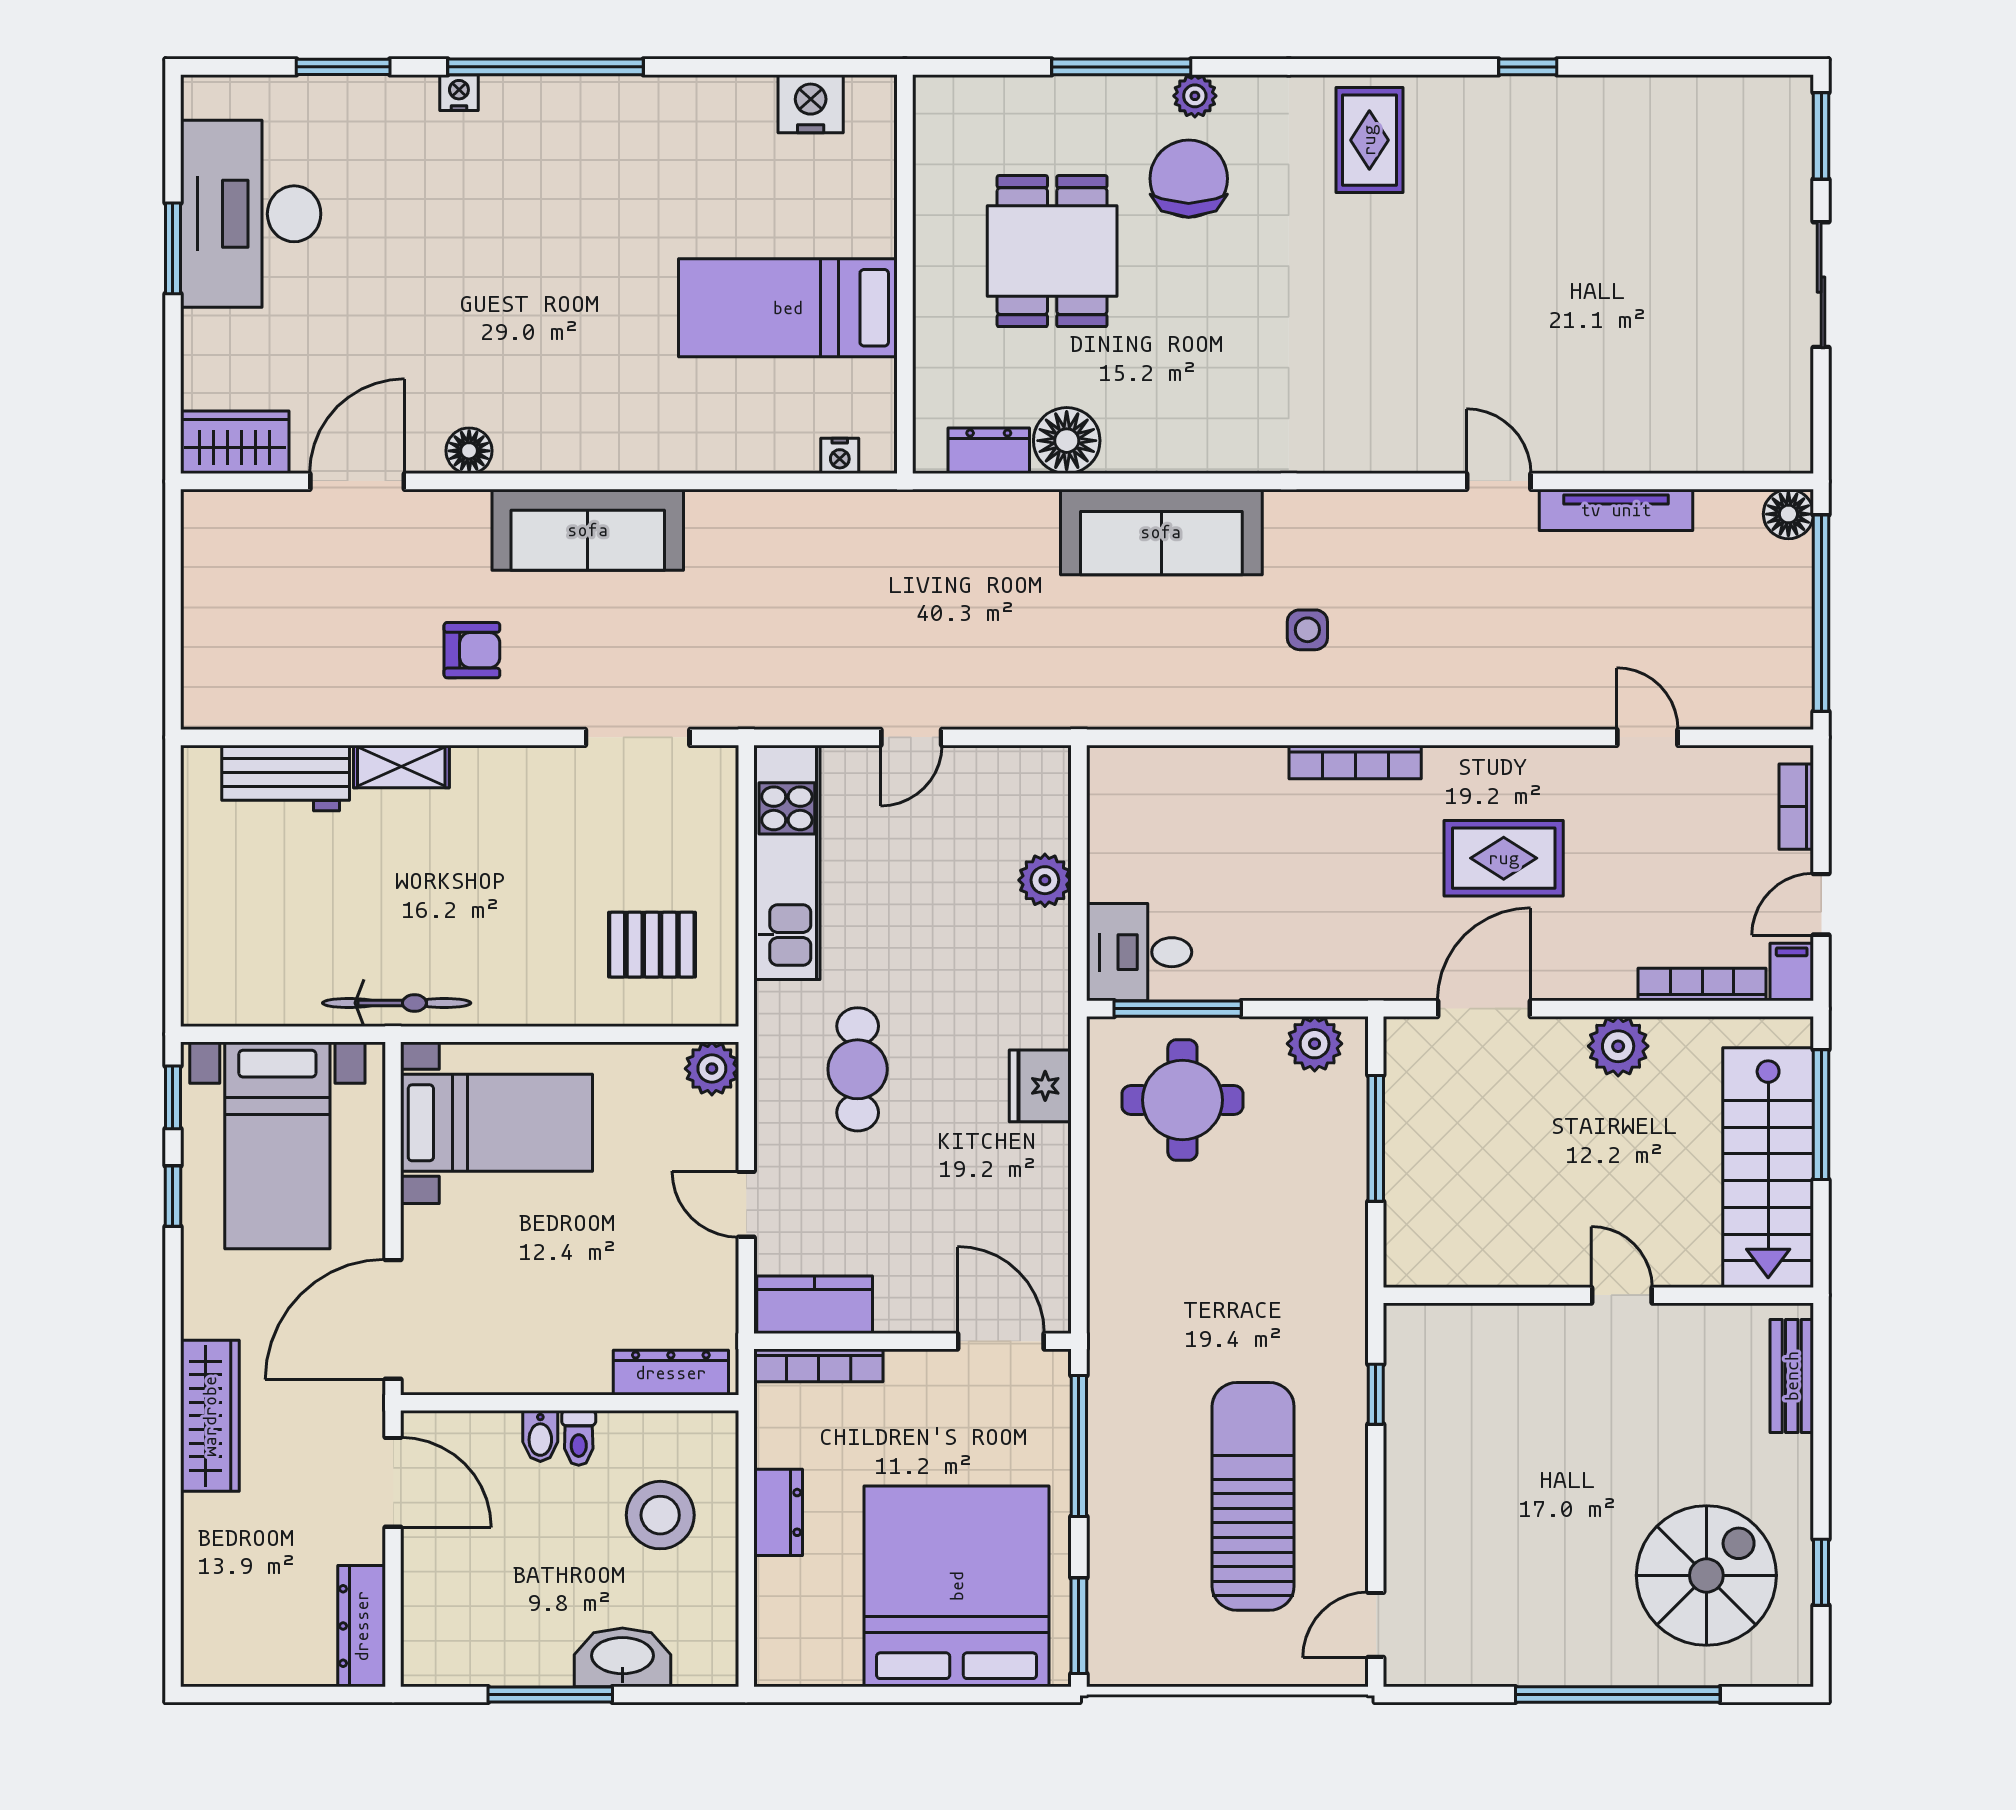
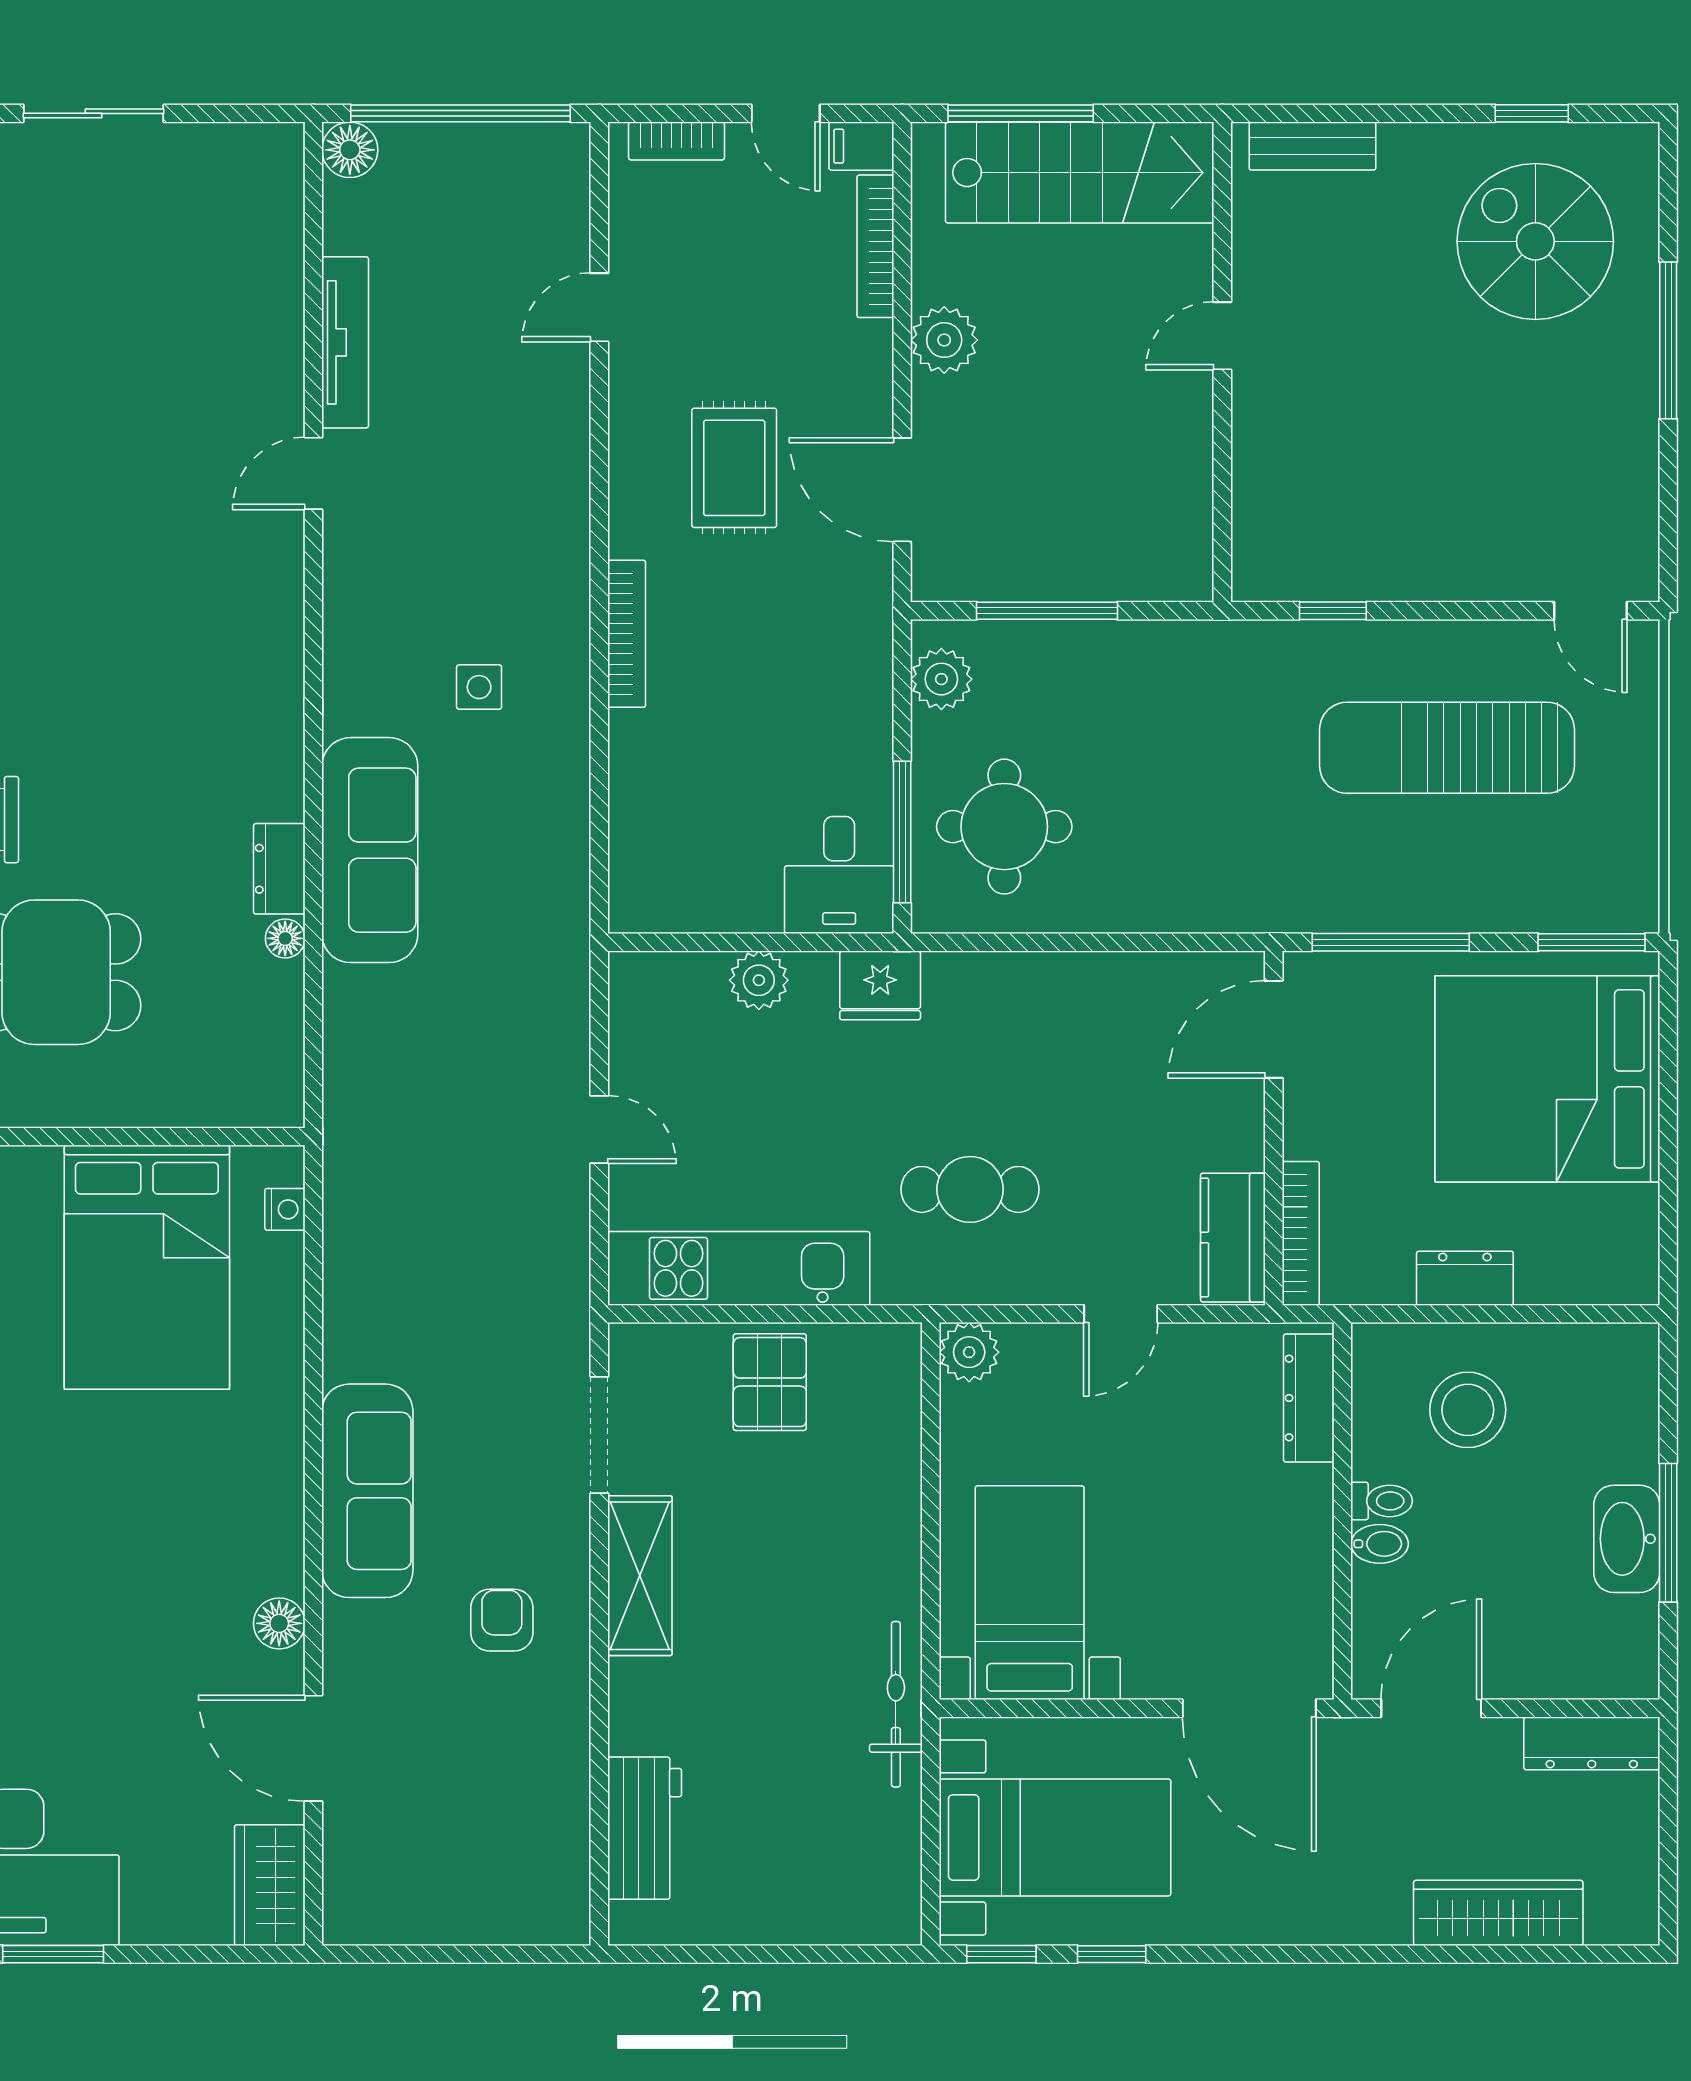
bed: (788, 308) -> (147, 1267), width x1.50
floor lamp: (1067, 441) -> (285, 938), width x0.53, depth x0.53
dresser: (989, 451) -> (279, 869), moved
shelving: (401, 766) -> (640, 1576), moved, width x1.50, depth x1.33
pallet: (652, 945) -> (770, 1382), moved
fridge: (1040, 1086) -> (880, 985), moved
wardrobe: (210, 1416) -> (1498, 1913), moved
washbasin: (622, 1657) -> (1627, 1539), moved
window: (1618, 1694) -> (1668, 340), width x0.68

